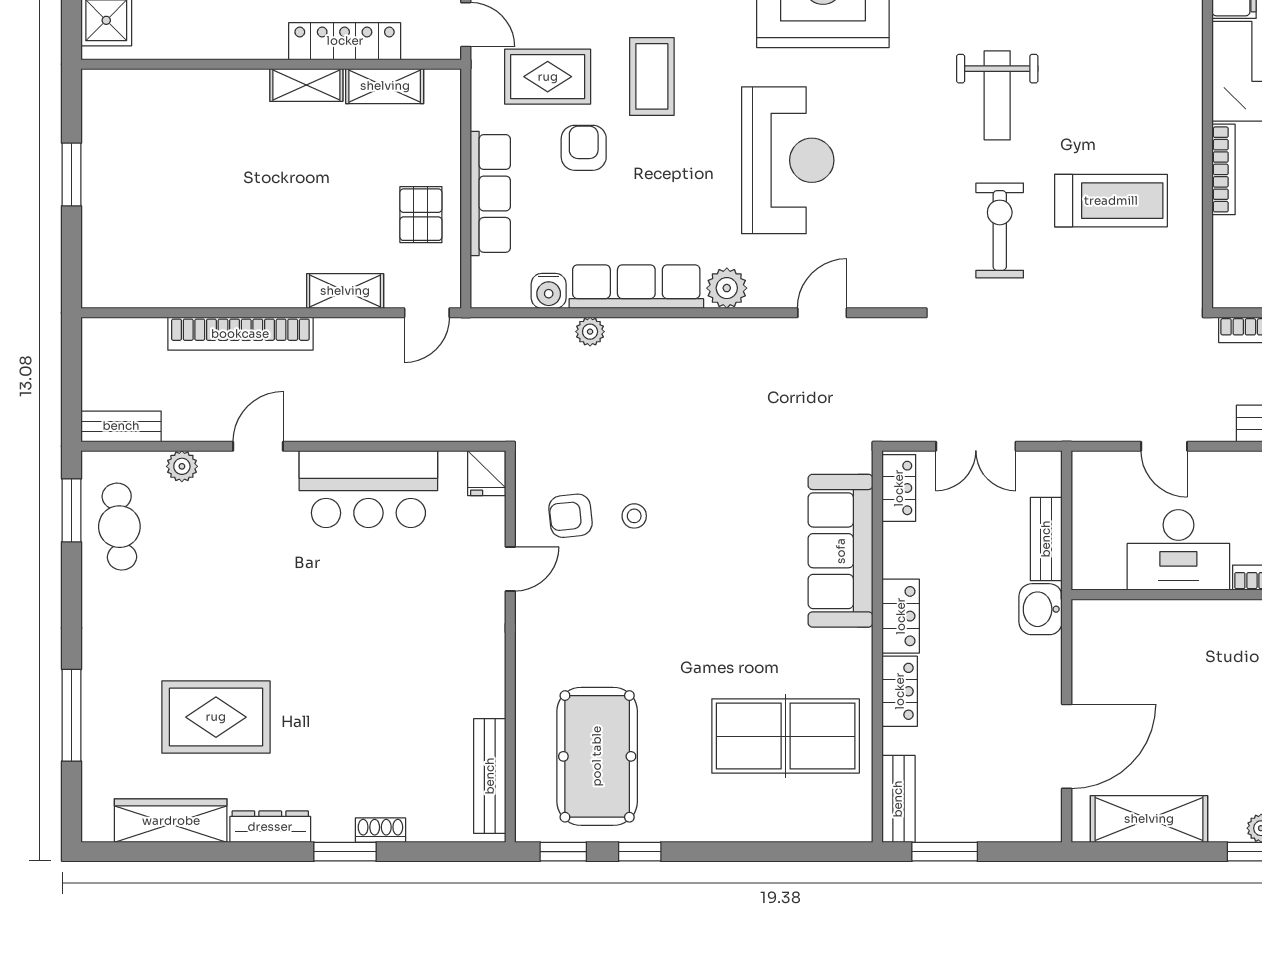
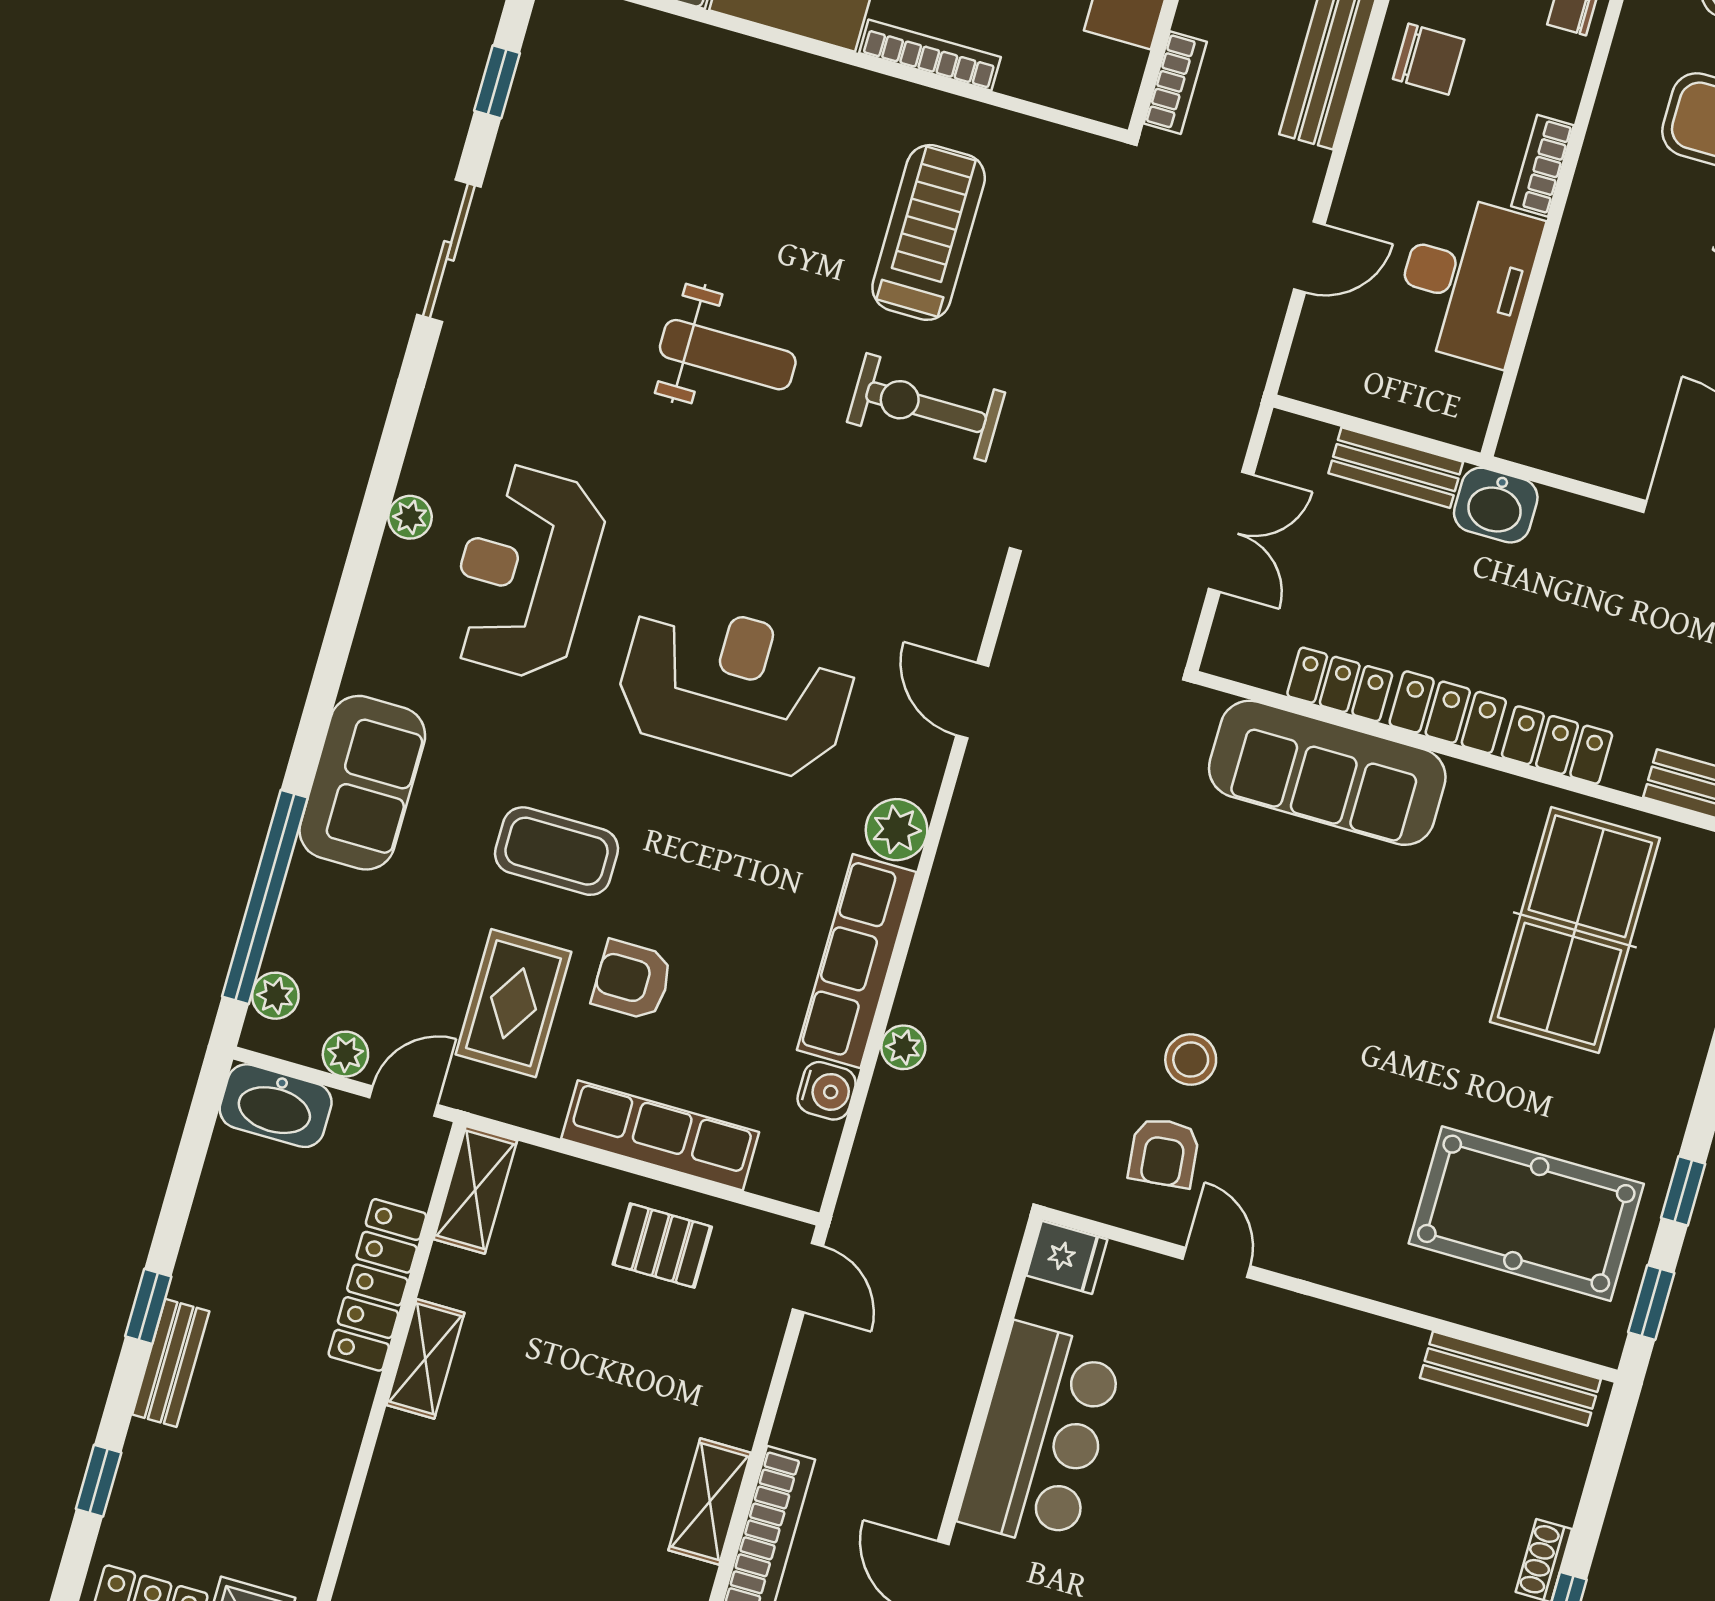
shelving: (385, 86) -> (475, 1190), moved
shelving: (345, 291) -> (710, 1502), moved
locker: (899, 488) -> (1340, 684), moved
stool: (634, 516) -> (1191, 1059), width x1.37, depth x1.37

